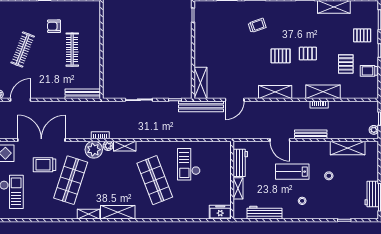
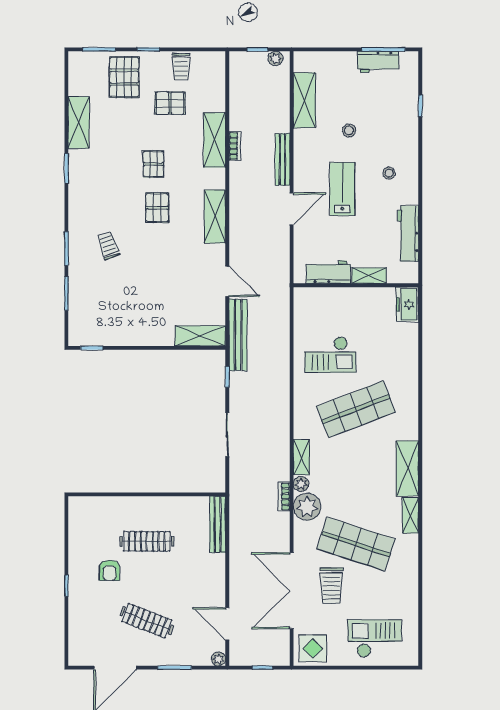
pallet: (362, 35) -> (124, 77), width x1.50, depth x1.42
lab bench: (292, 172) -> (342, 189), turned 180

